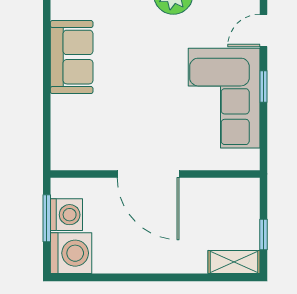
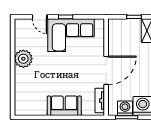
sofa: (72, 57) -> (64, 106), moved
tv unit: (83, 160) -> (100, 100), added

